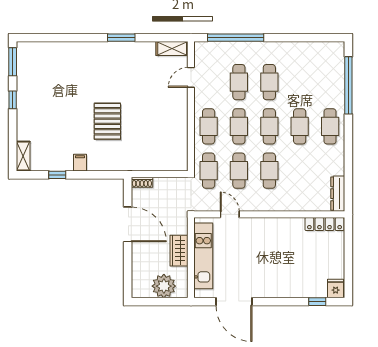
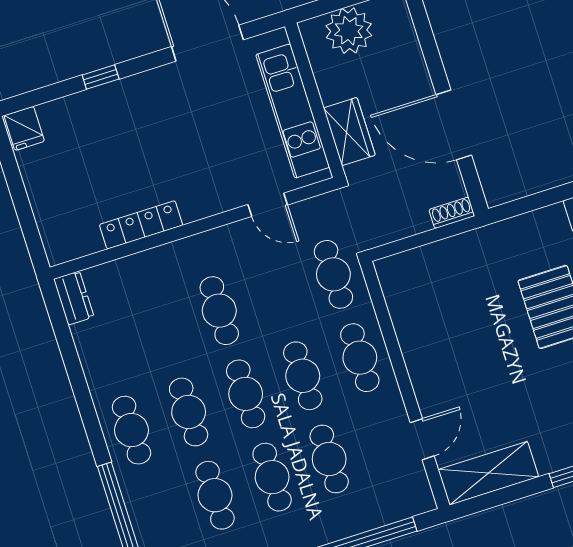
shelving: (172, 48) -> (488, 473), width x1.50, depth x1.33
cafe table: (239, 171) -> (215, 495), moved
dresser: (338, 194) -> (74, 298), width x0.70
locker: (324, 224) -> (141, 225), moved
wardrobe: (179, 251) -> (349, 132), moved
window: (317, 302) -> (101, 77), moved

